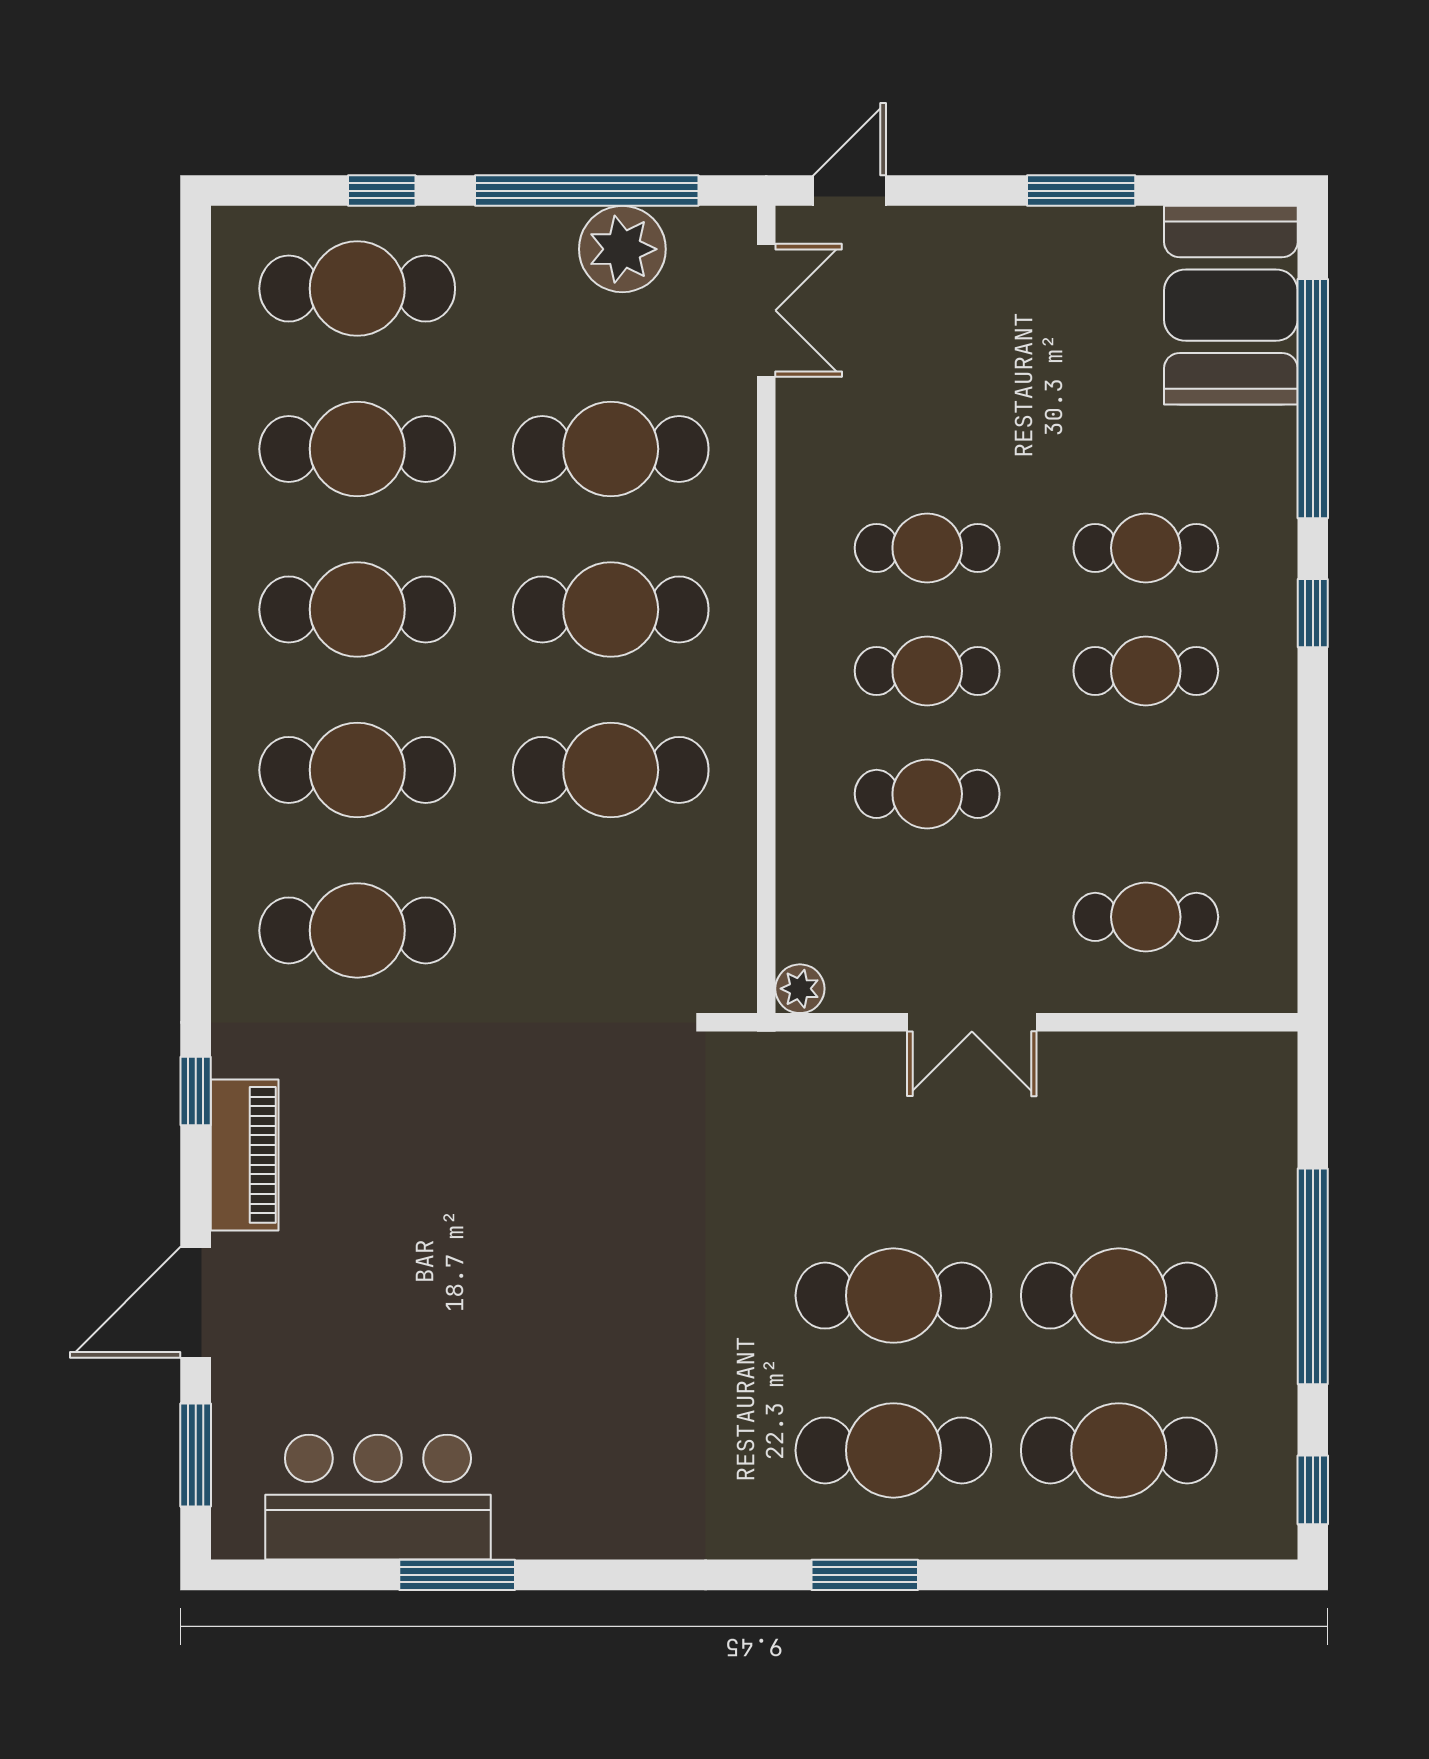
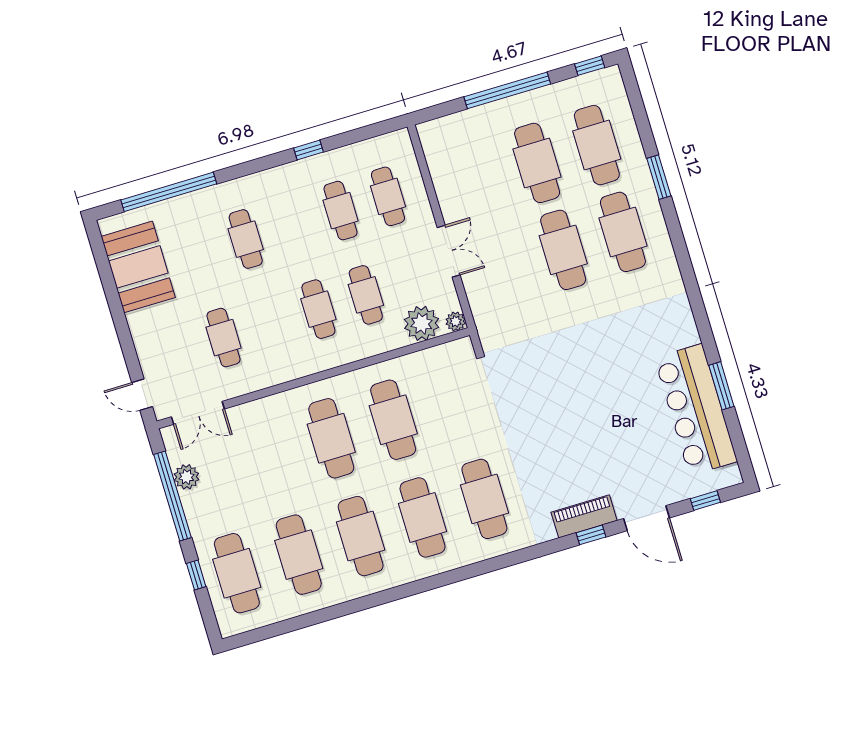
window: (1081, 191) -> (115, 305), removed
plant: (622, 249) -> (186, 477), width x0.73, depth x0.73
booth: (1231, 305) -> (138, 267), moved, turned 90
double door: (766, 310) -> (198, 413), swing flipped
cafe table: (611, 449) -> (269, 457), removed
cafe table: (927, 548) -> (224, 338), moved
window: (1313, 613) -> (309, 150), moved
cafe table: (1146, 671) -> (341, 211), moved
plant: (820, 906) -> (422, 323), added
window: (196, 1091) -> (591, 535), moved
window: (196, 1455) -> (705, 501), width x0.67
bar counter: (378, 1497) -> (696, 410), width x1.36
window: (865, 1575) -> (659, 177), moved

